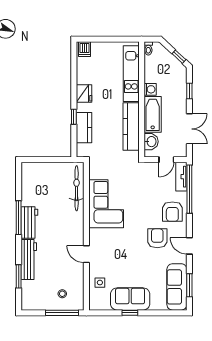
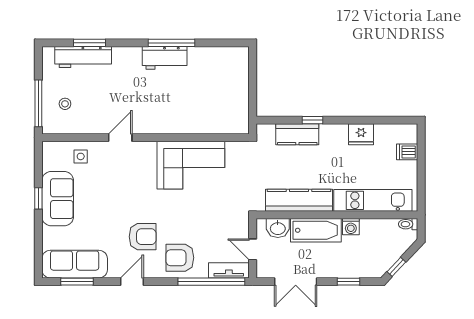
dishwasher: (84, 49) -> (407, 152), moved
fridge: (84, 94) -> (361, 134), moved
bicycle: (77, 188) -> (212, 124), removed
workbench: (29, 260) -> (83, 57), moved

